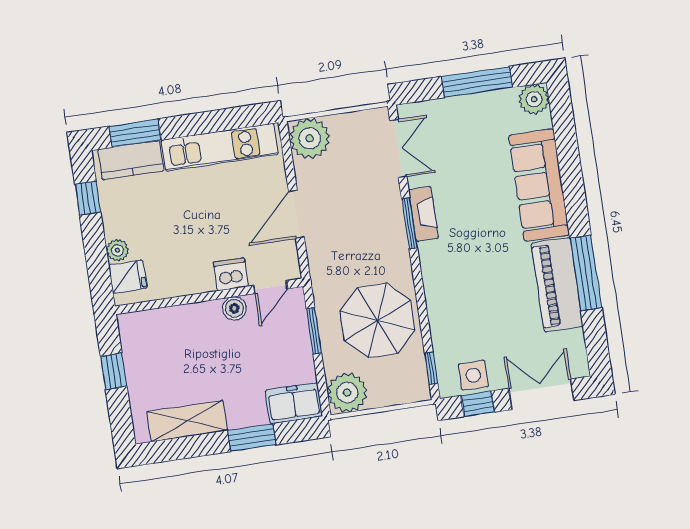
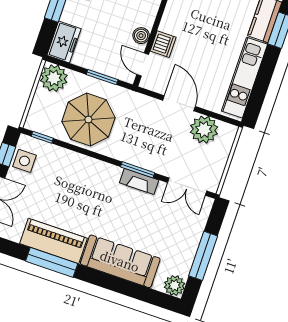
plant: (310, 138) -> (204, 130), moved

